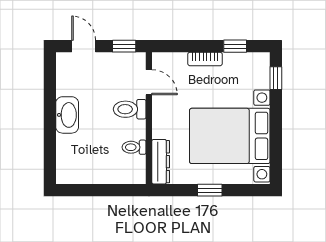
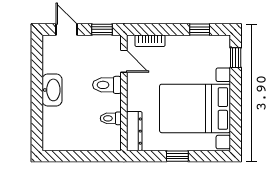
bookcase: (205, 59) -> (150, 41), moved

